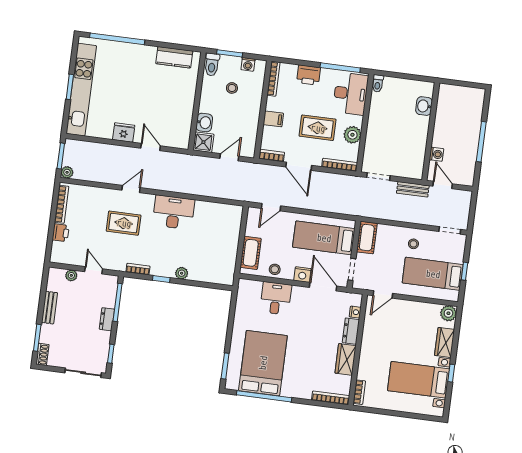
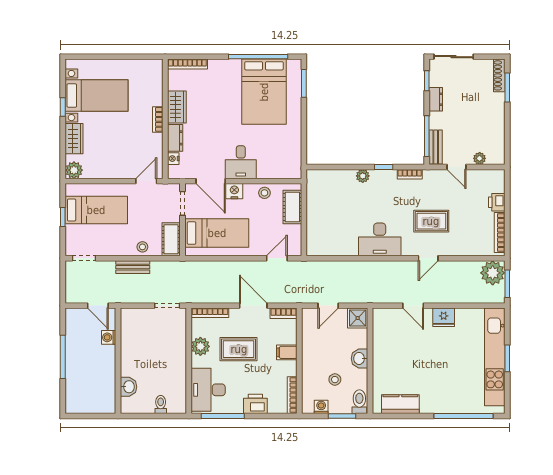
toilet: (378, 83) -> (161, 404), moved
washbasin: (204, 122) -> (359, 358), moved
plant: (67, 172) -> (493, 273), width x1.88, depth x1.88
bench: (413, 189) -> (133, 267), moved
stool: (413, 244) -> (142, 247), moved
desk: (276, 298) -> (241, 162), moved
bench: (49, 308) -> (436, 147), moved
dresser: (107, 319) -> (436, 99), moved
shoe rack: (43, 354) -> (499, 75), width x1.43
bookcase: (359, 392) -> (158, 119), moved

